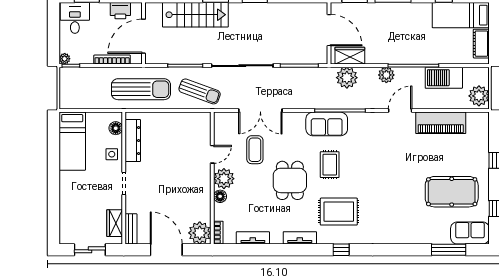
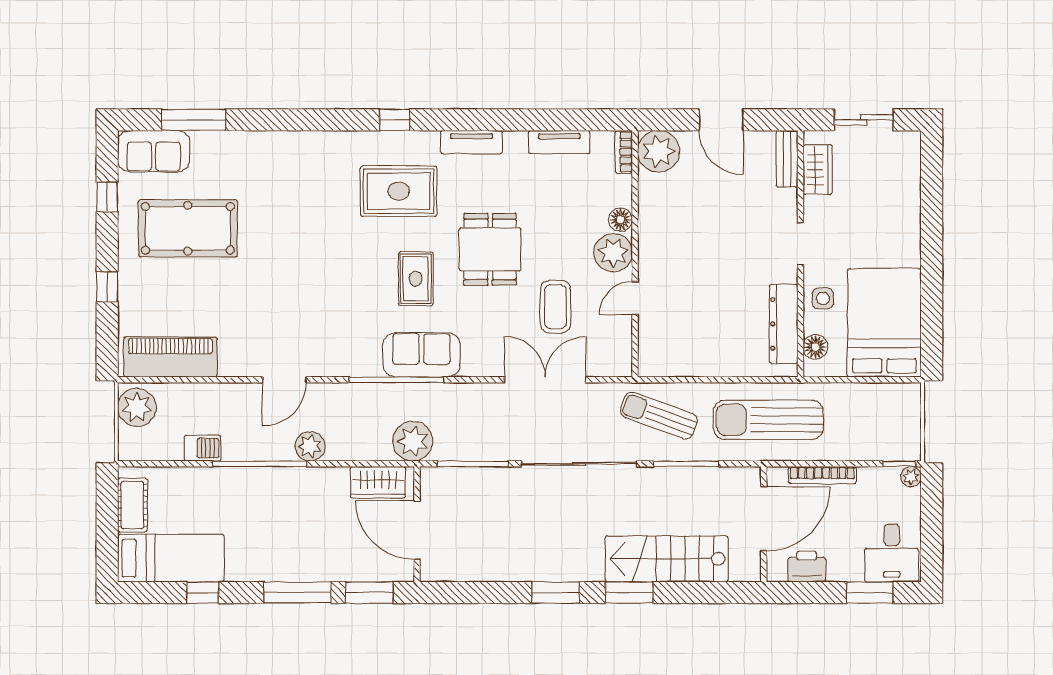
plant: (347, 78) -> (413, 441), moved
barbecue: (444, 78) -> (202, 448), width x0.53, depth x0.65
piano: (441, 123) -> (171, 357), moved
bed: (72, 141) -> (884, 323), width x1.50
door: (166, 250) -> (721, 120), width x0.73

